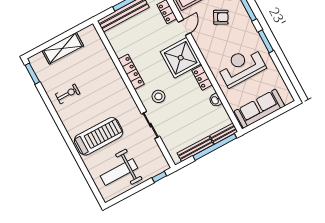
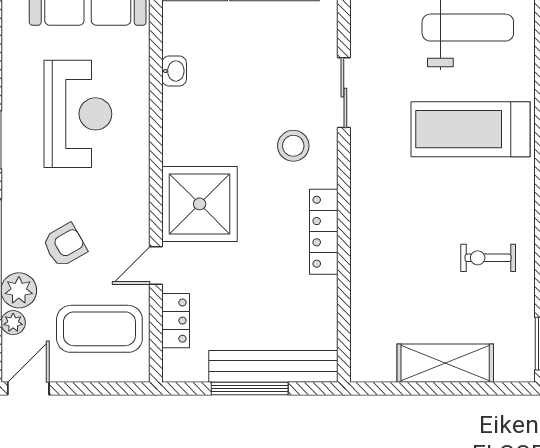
armchair: (221, 17) -> (65, 245), turned 122
reception desk: (241, 66) -> (78, 114), turned -90
locker: (202, 78) -> (176, 136), removed

